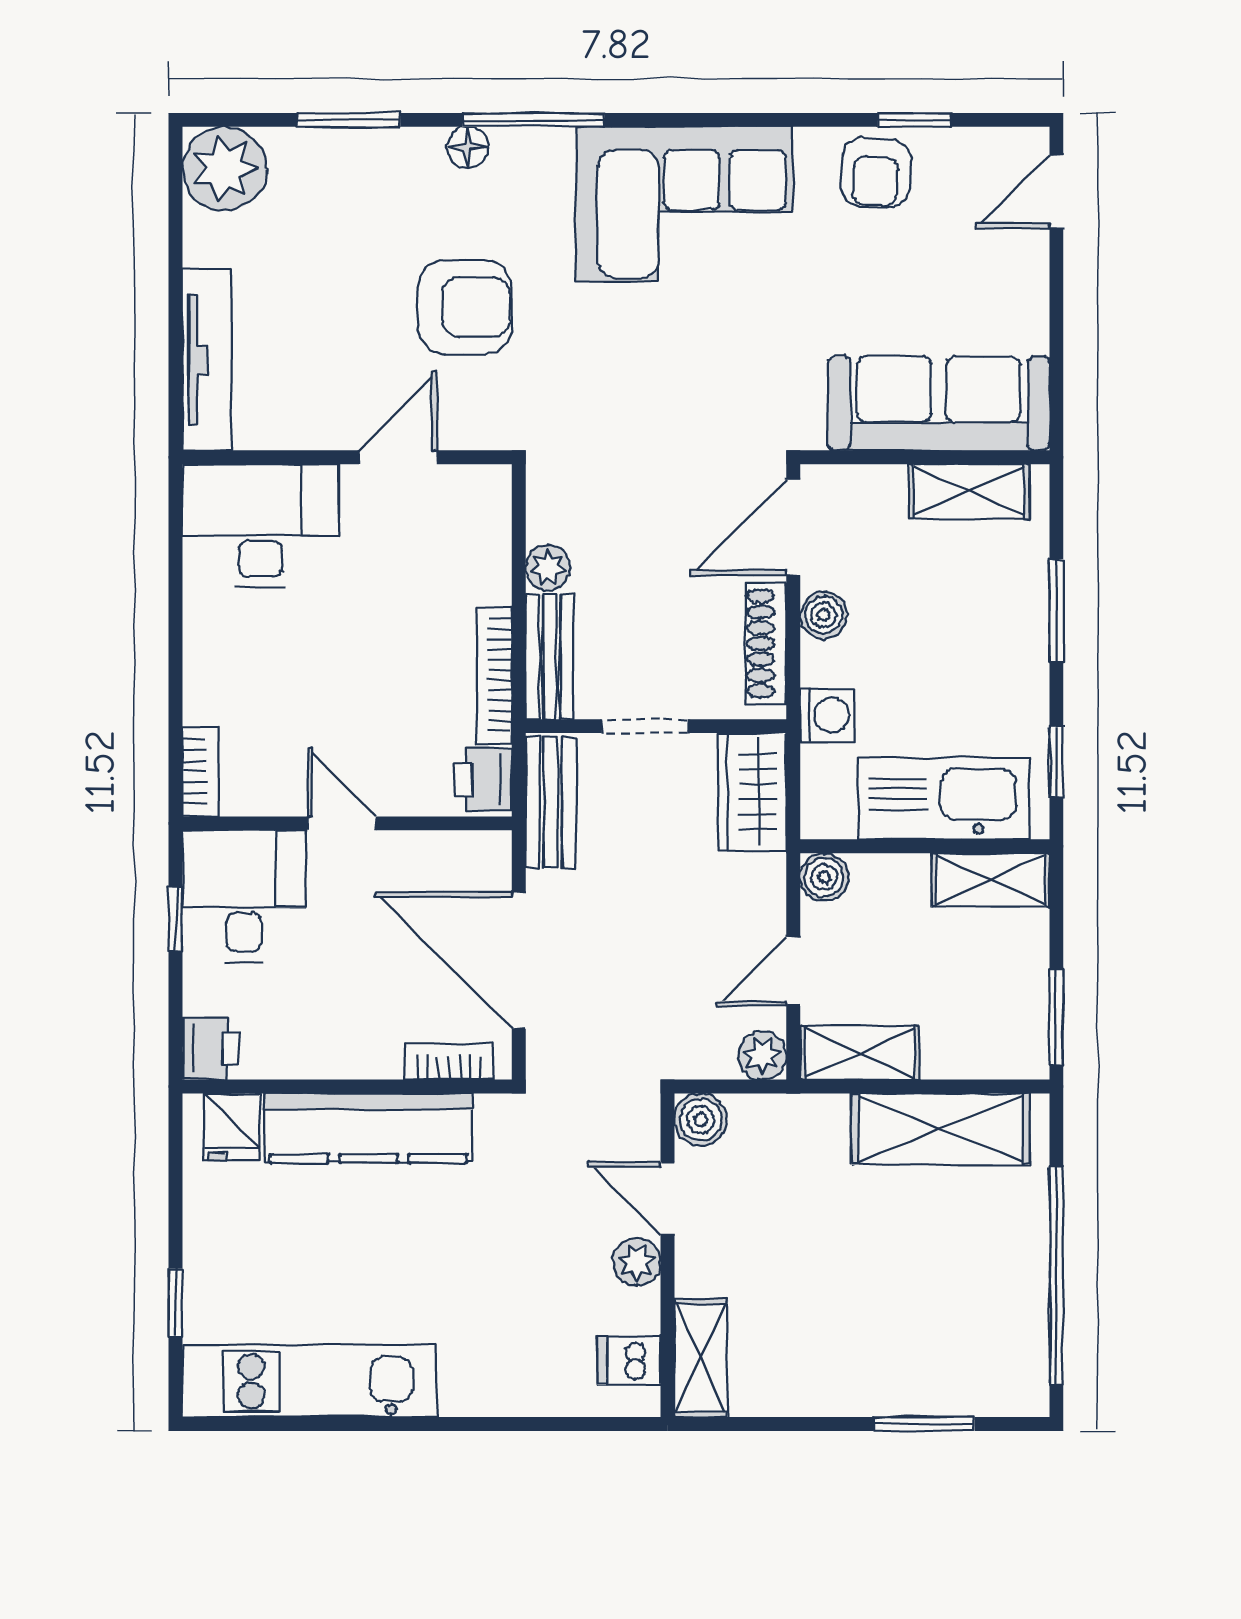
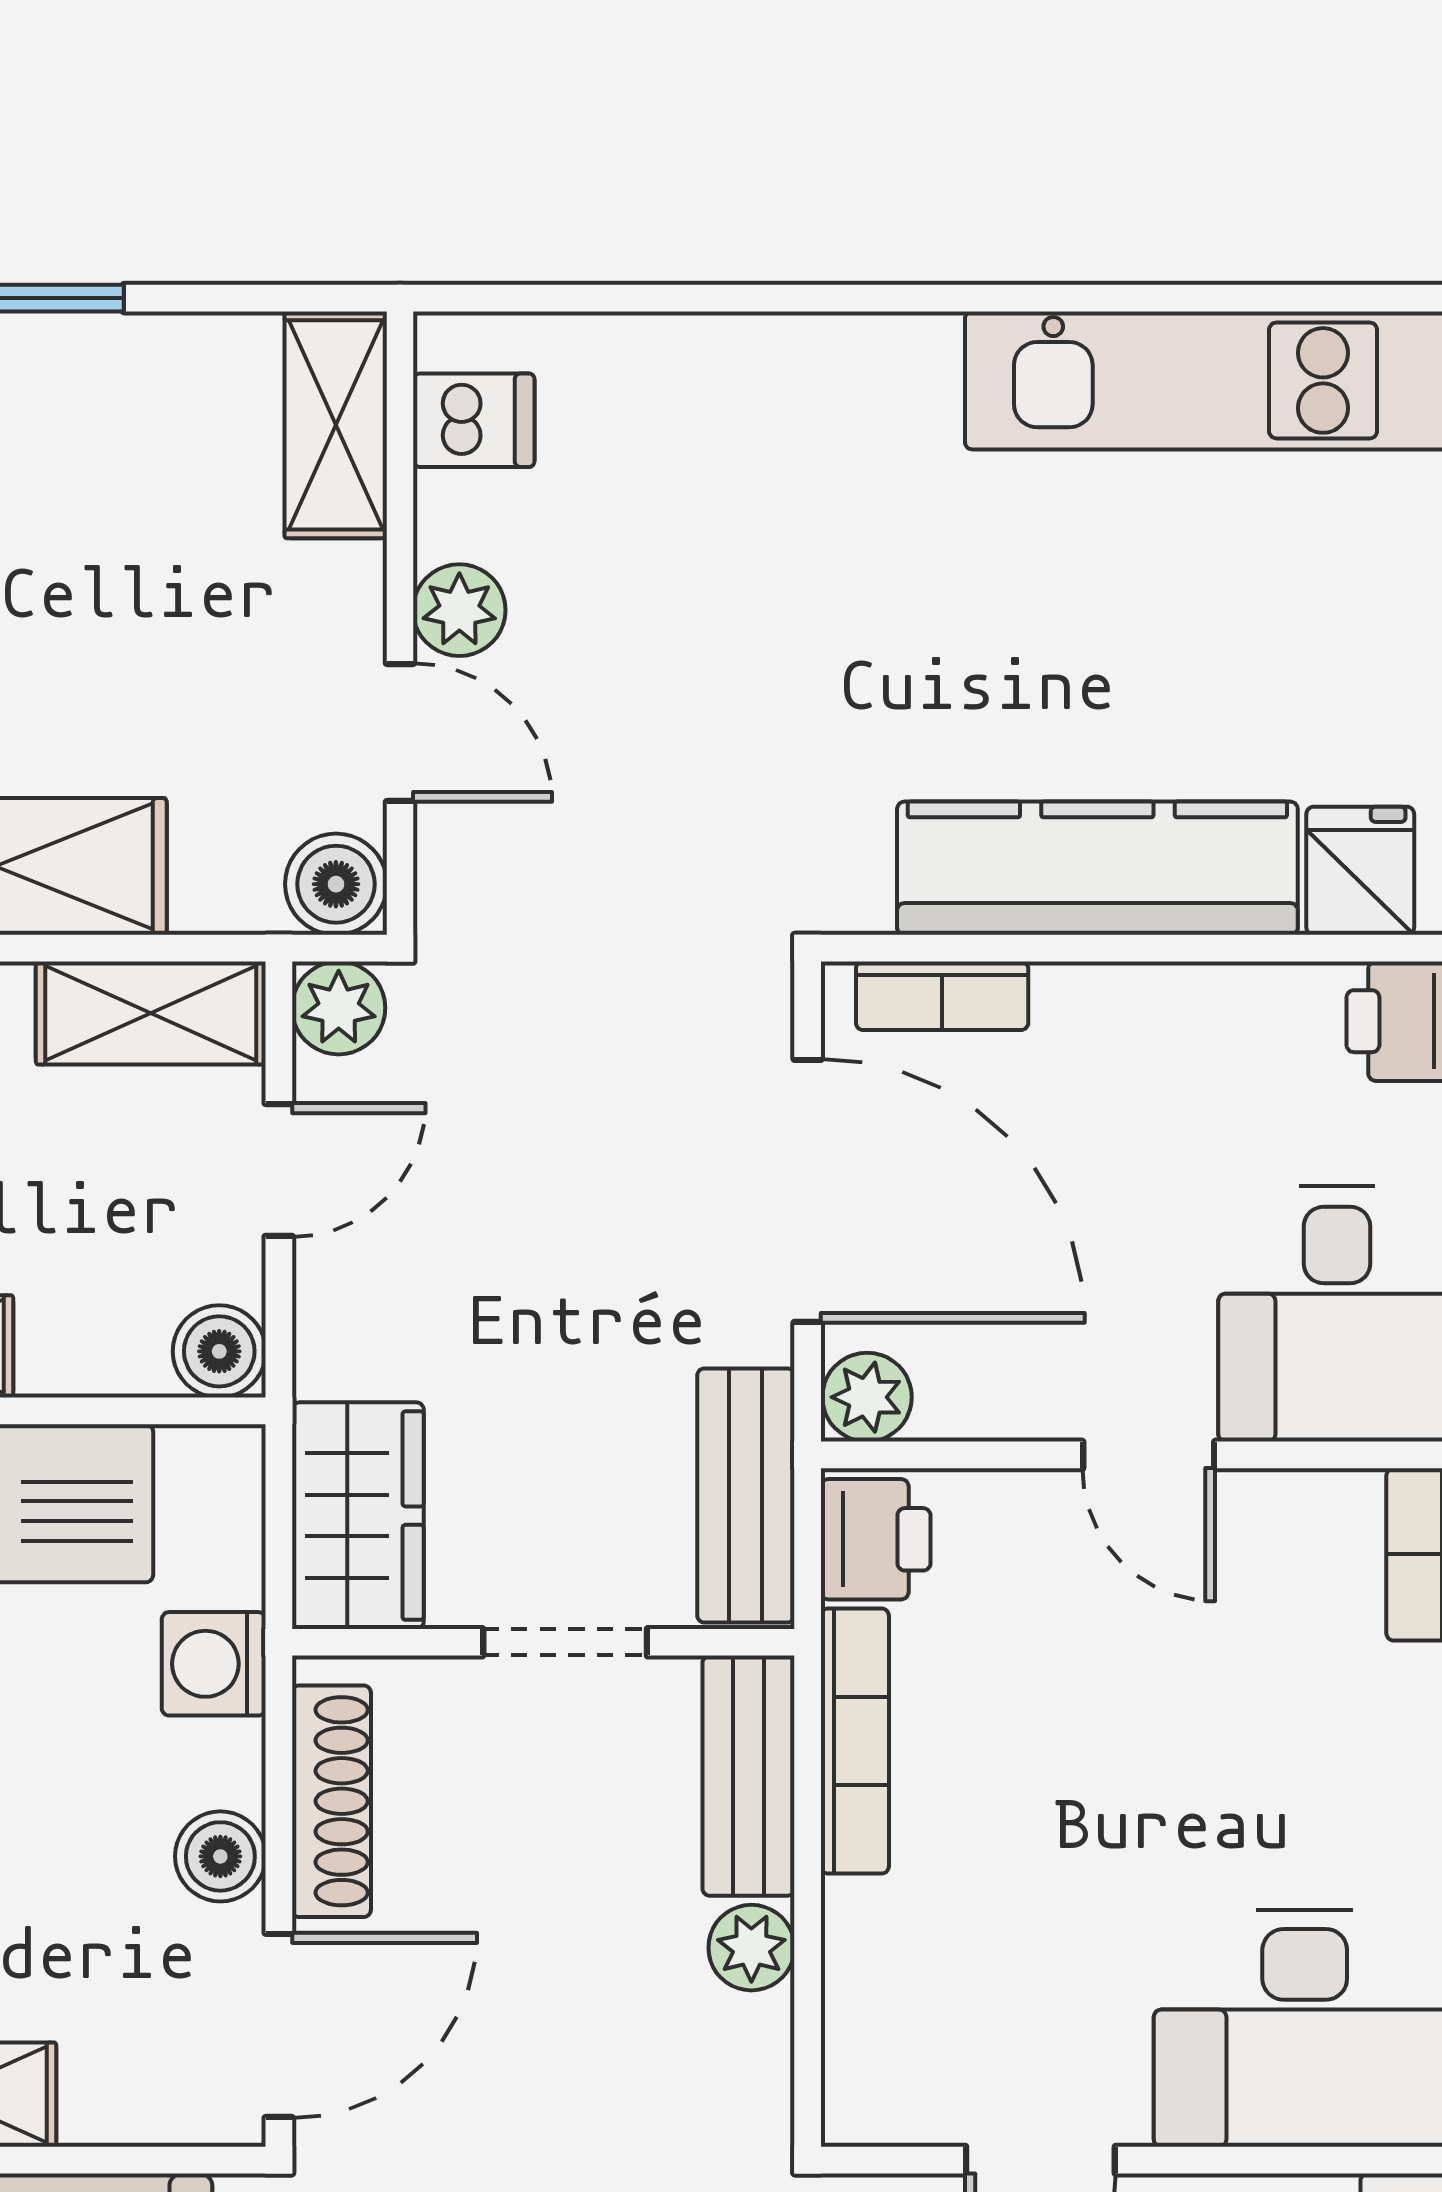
plant: (488, 853) -> (867, 1397), added
boiler: (701, 1120) -> (336, 884), moved
door: (667, 1198) -> (400, 732), moved
wall: (667, 1255) -> (400, 623), moved
plant: (637, 1262) -> (459, 610), moved
shelving: (701, 1358) -> (336, 425), moved
dishwasher: (629, 1361) -> (474, 420), moved

